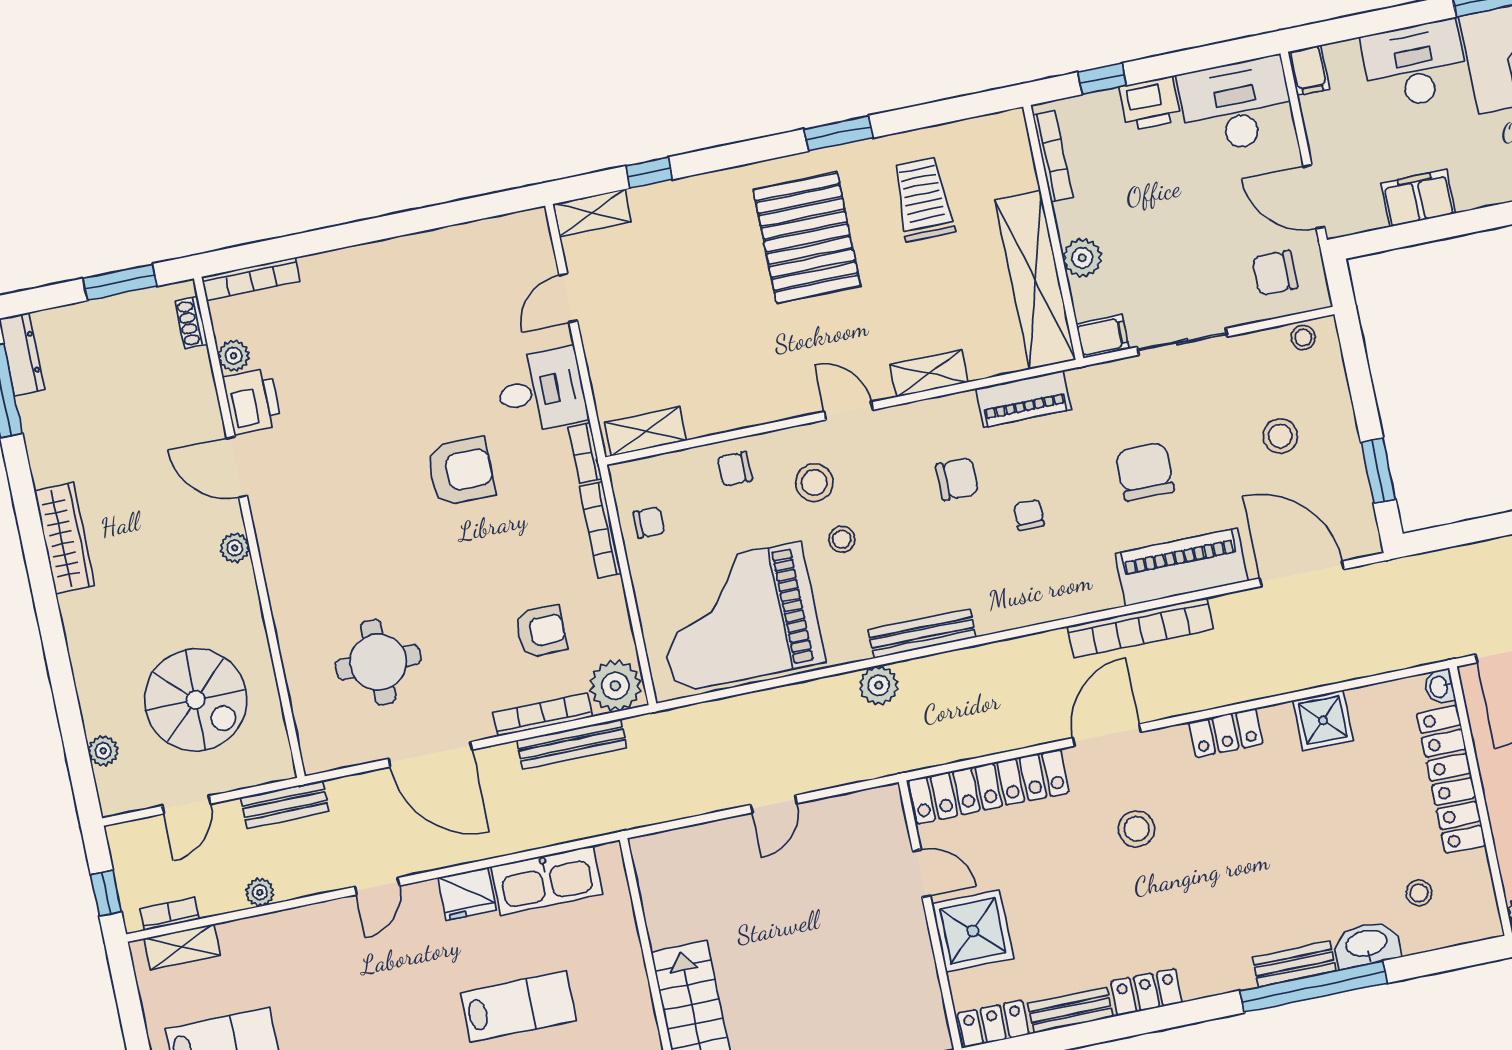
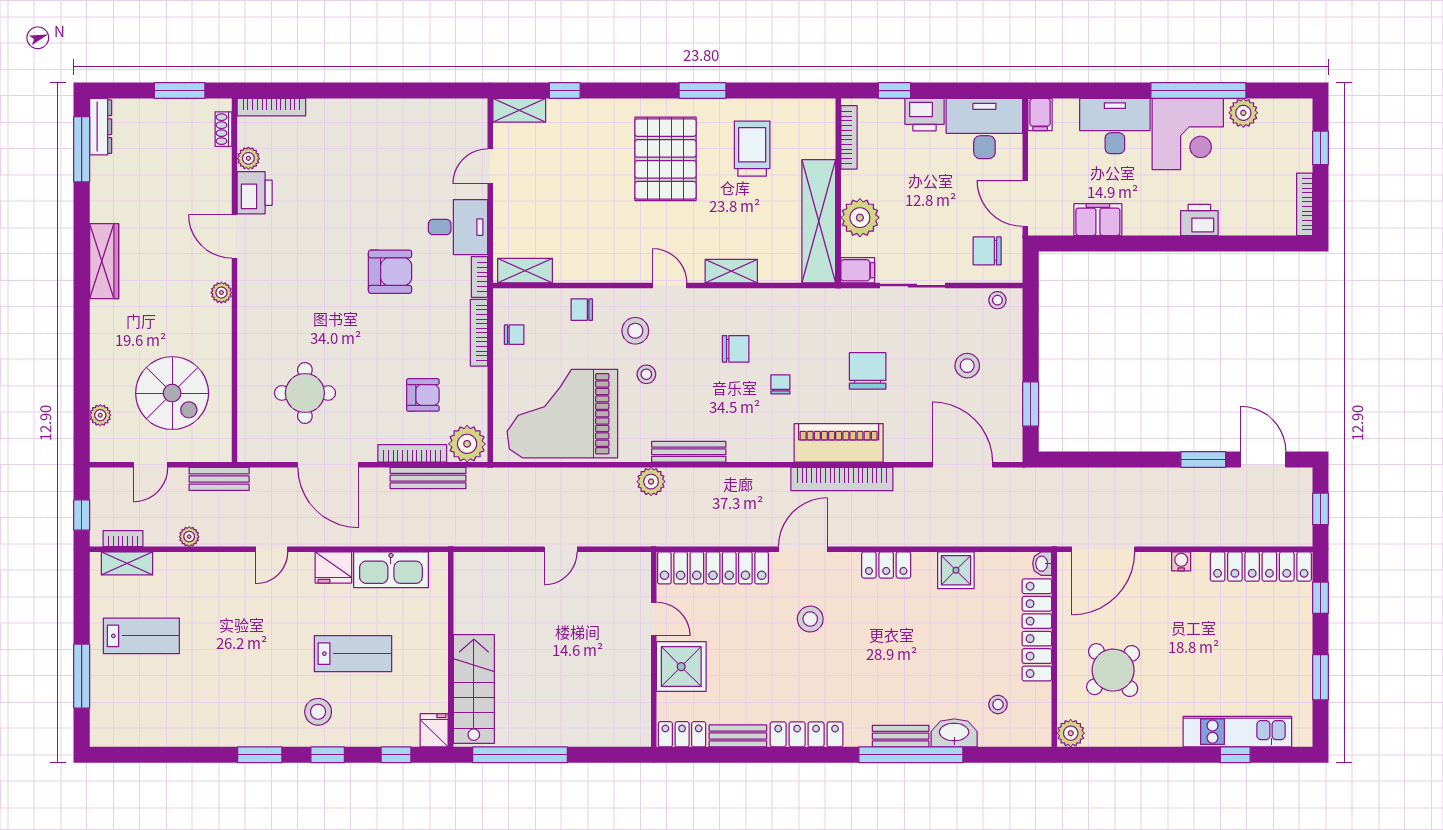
plant: (1082, 258) -> (860, 218), width x1.36, depth x1.36
piano: (1023, 399) -> (793, 303), removed
piano: (1182, 567) -> (839, 443), moved
locker: (1147, 992) -> (807, 734), width x1.53

